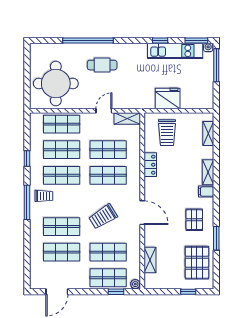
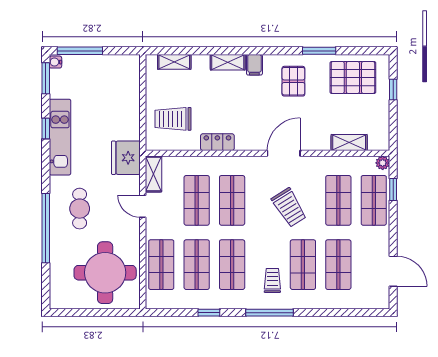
kitchen unit: (175, 51) -> (60, 137), moved
fridge: (168, 99) -> (126, 158), moved
trolley: (167, 133) -> (173, 119), turned 180
trolley: (44, 196) -> (272, 280), moved
pallet: (194, 220) -> (293, 81), turned 90

